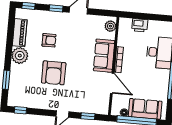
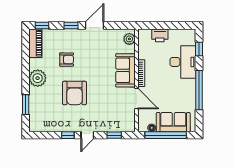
piano: (20, 33) -> (35, 43), moved
window: (20, 110) -> (68, 135), moved

